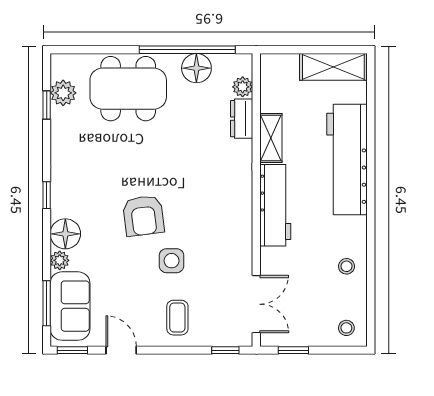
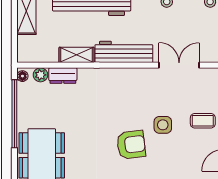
floor lamp: (196, 68) -> (22, 76), moved, width x0.53, depth x0.53
double door: (256, 304) -> (179, 65), moved

